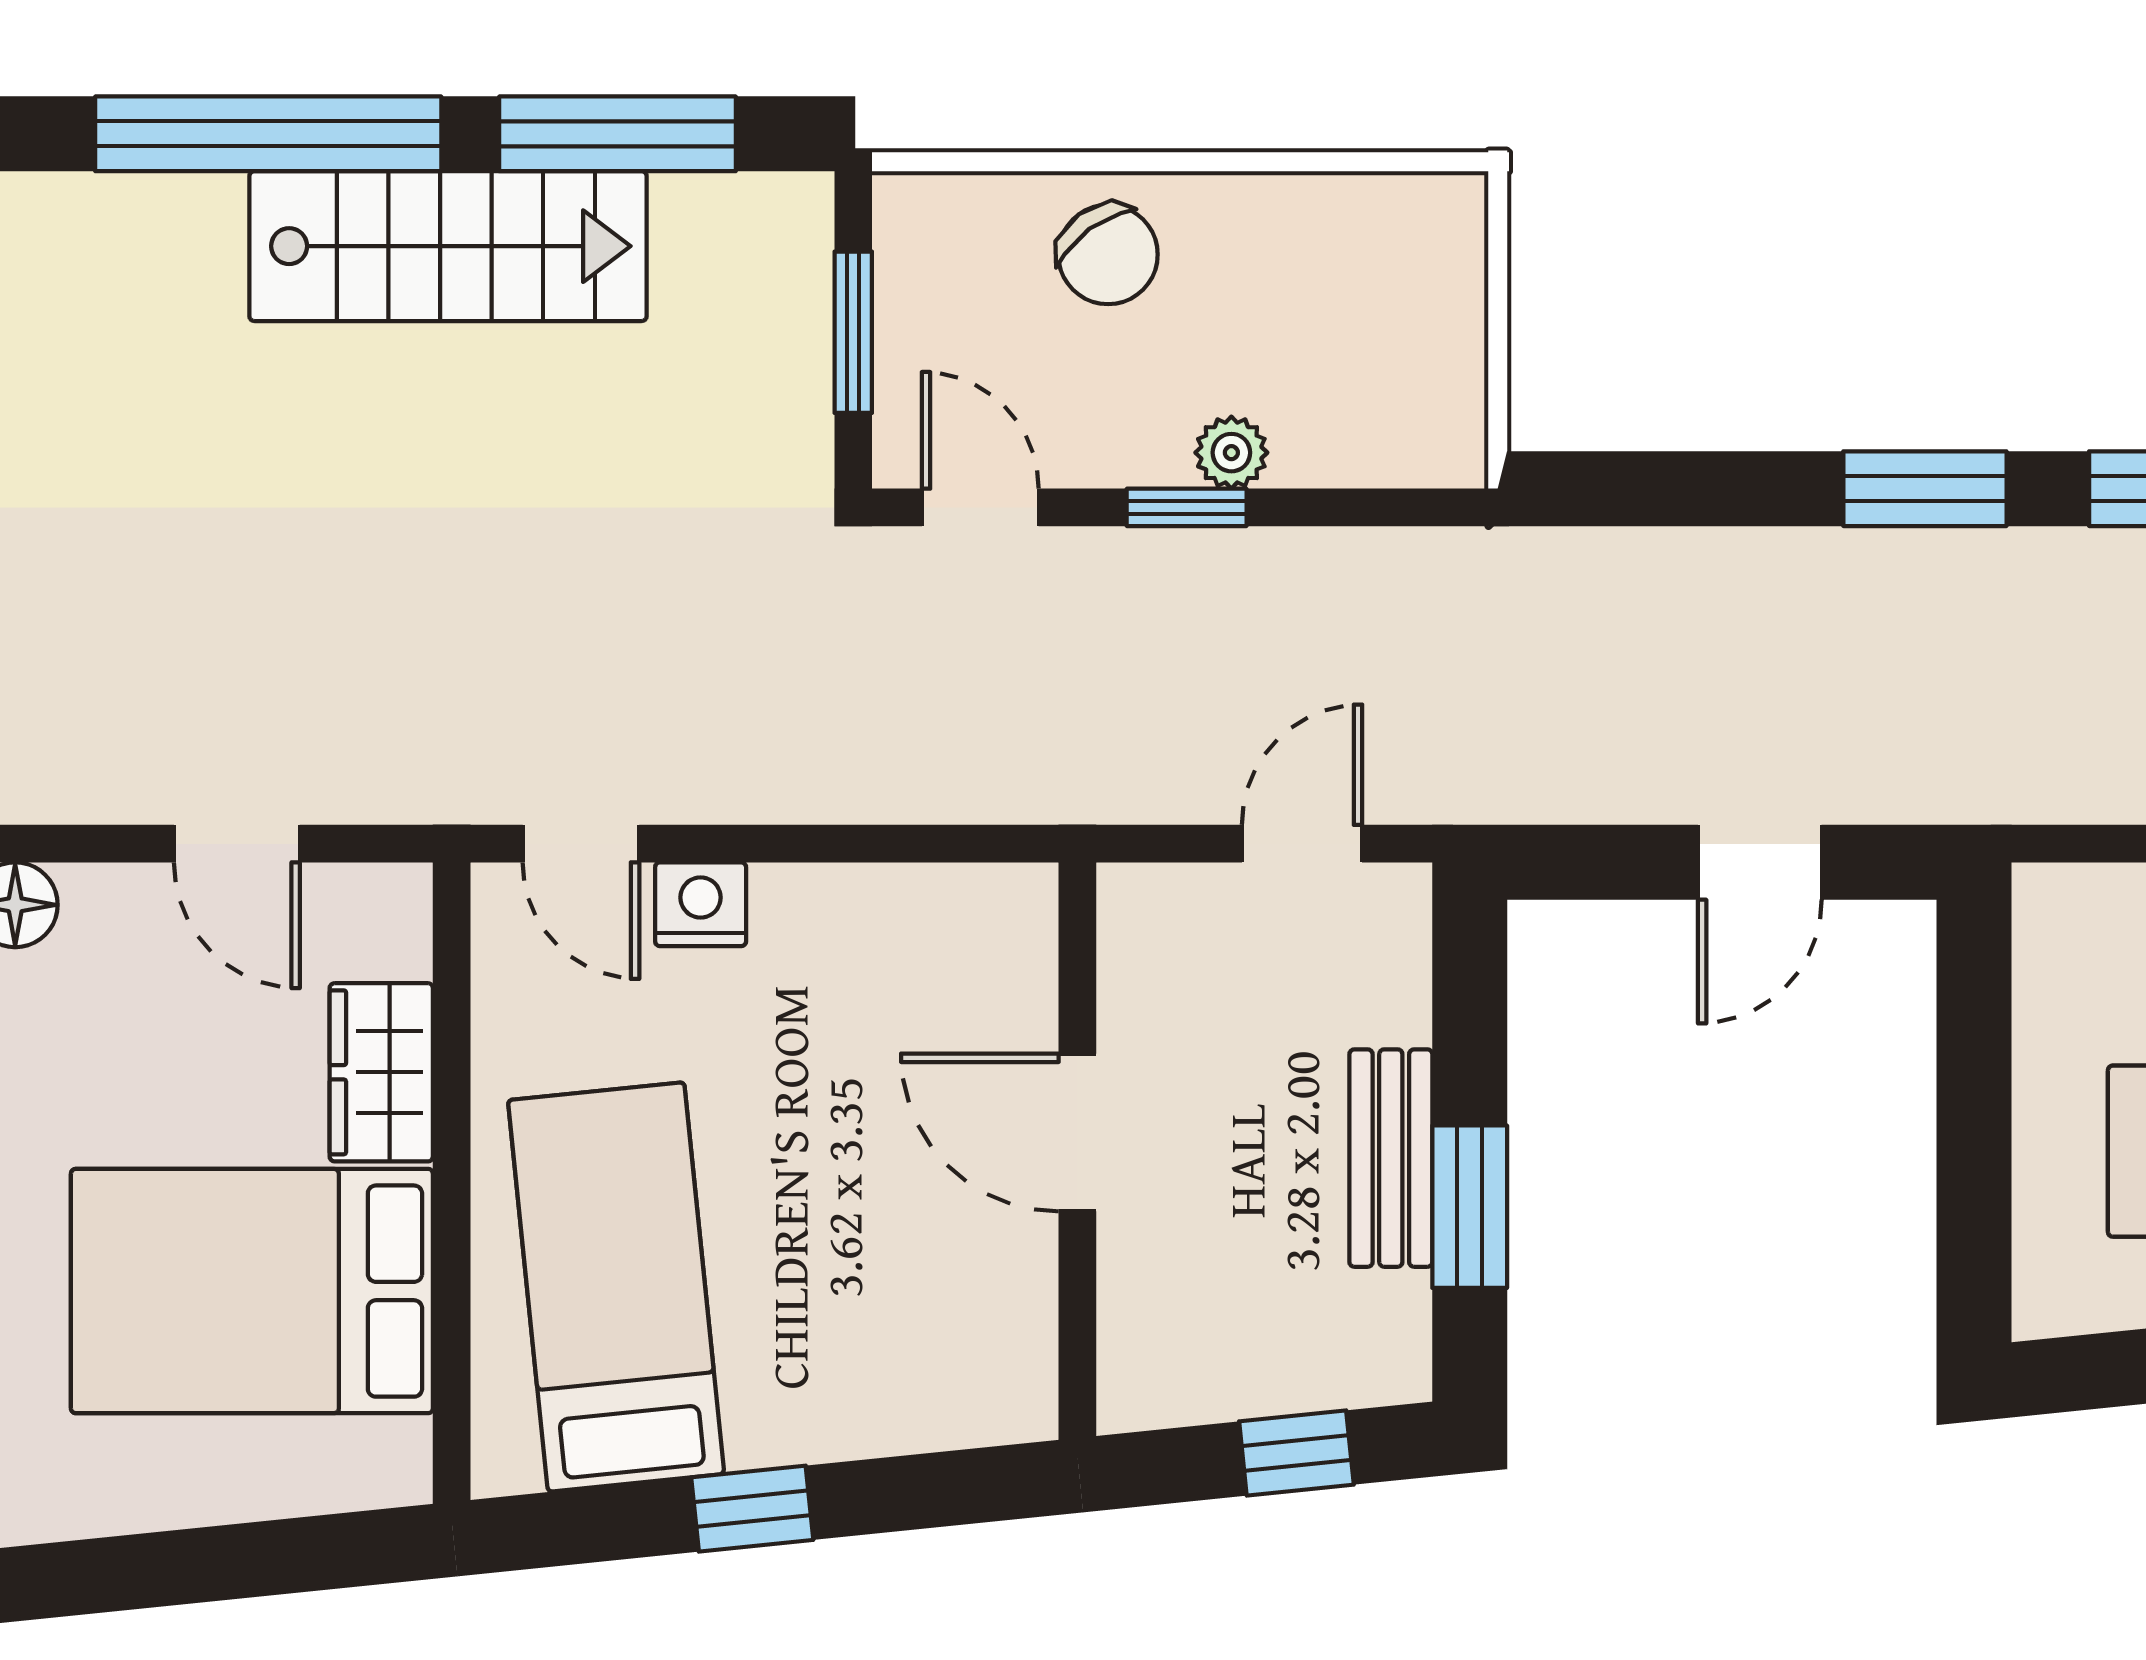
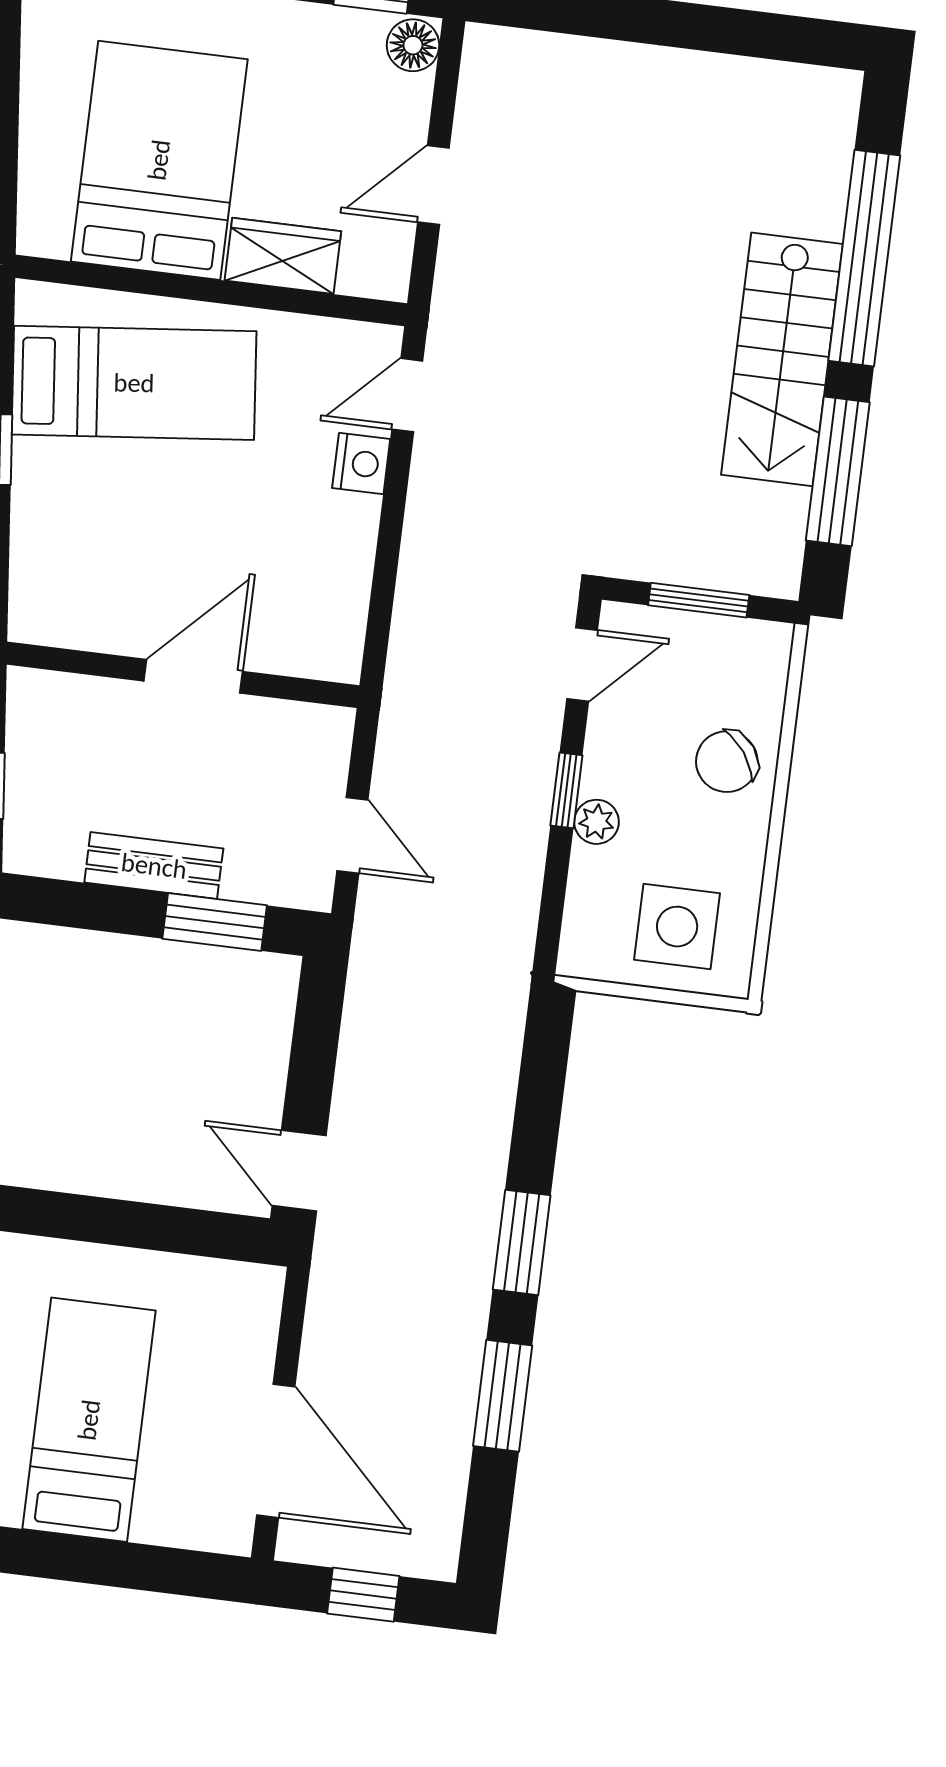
side table: (1384, 302) -> (677, 927), added
door: (1760, 862) -> (299, 1171), moved
window: (1470, 1207) -> (215, 922), moved

